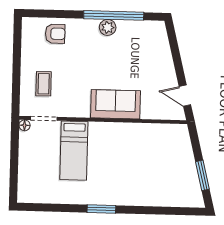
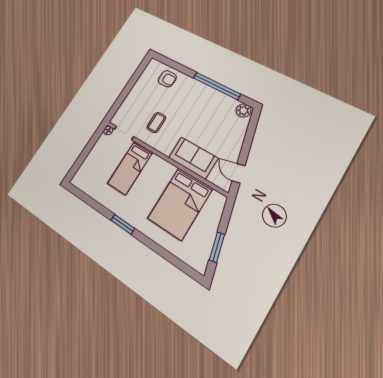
plant: (108, 27) -> (244, 111), moved
coffee table: (44, 84) -> (156, 123), moved
sofa: (116, 104) -> (193, 158), moved
bed: (146, 156) -> (180, 203), added

